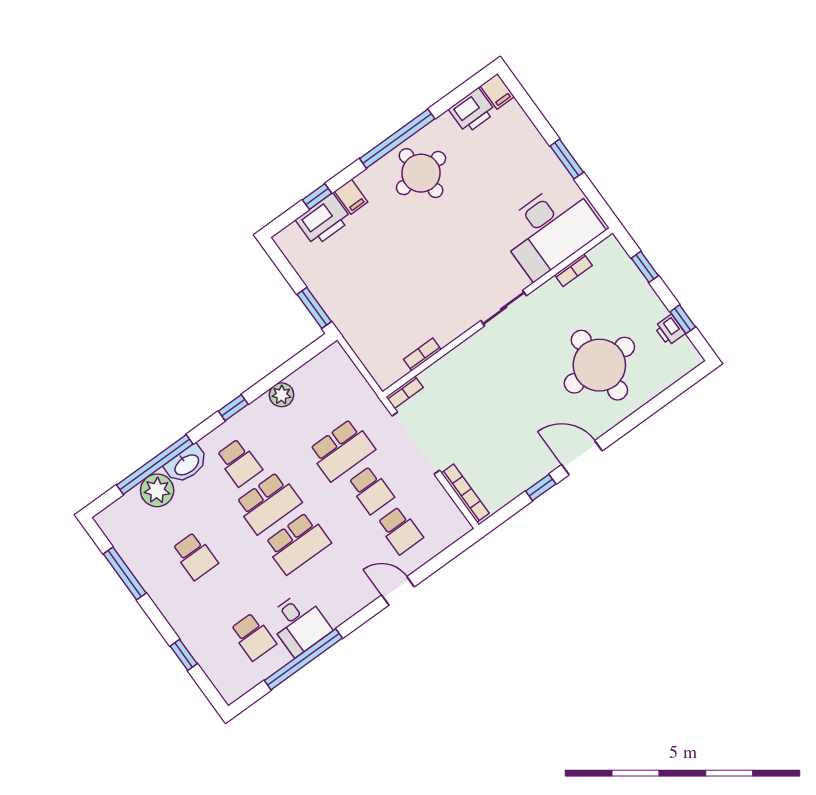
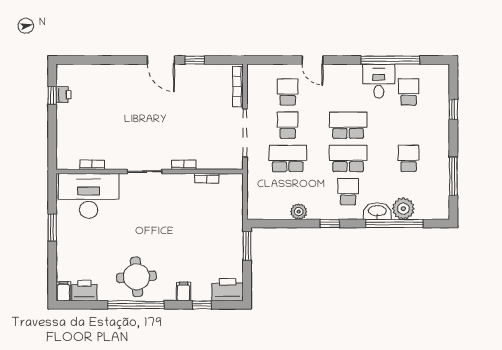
printer: (324, 220) -> (228, 290), moved
window: (645, 267) -> (52, 139), removed
round table: (599, 365) -> (115, 103), removed
bookcase: (405, 392) -> (184, 165), moved

